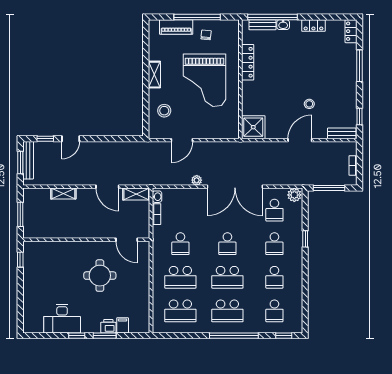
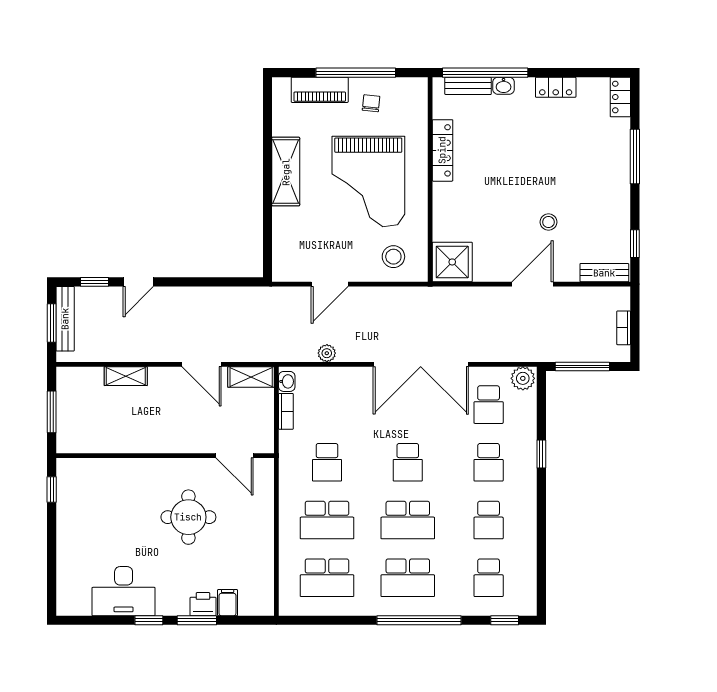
shelving: (154, 75) -> (286, 172), width x1.50, depth x1.33
stool: (164, 111) -> (393, 257), moved
plant: (197, 180) -> (327, 353), moved

